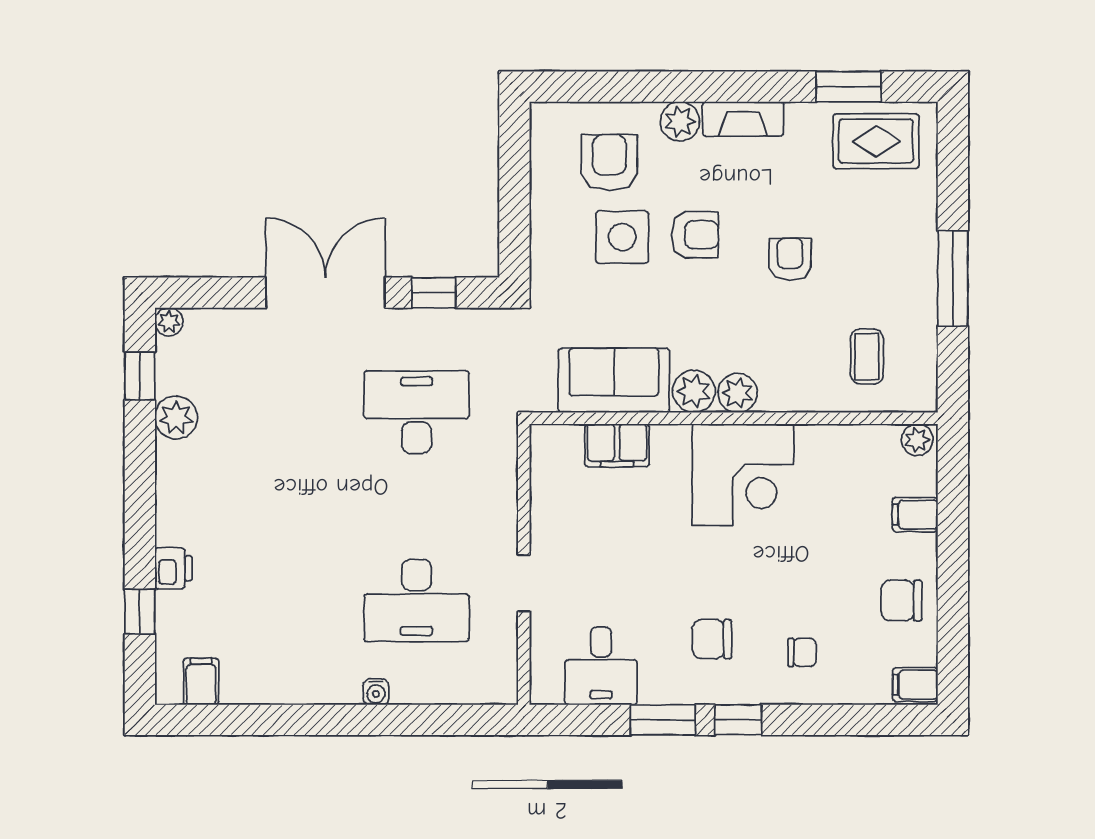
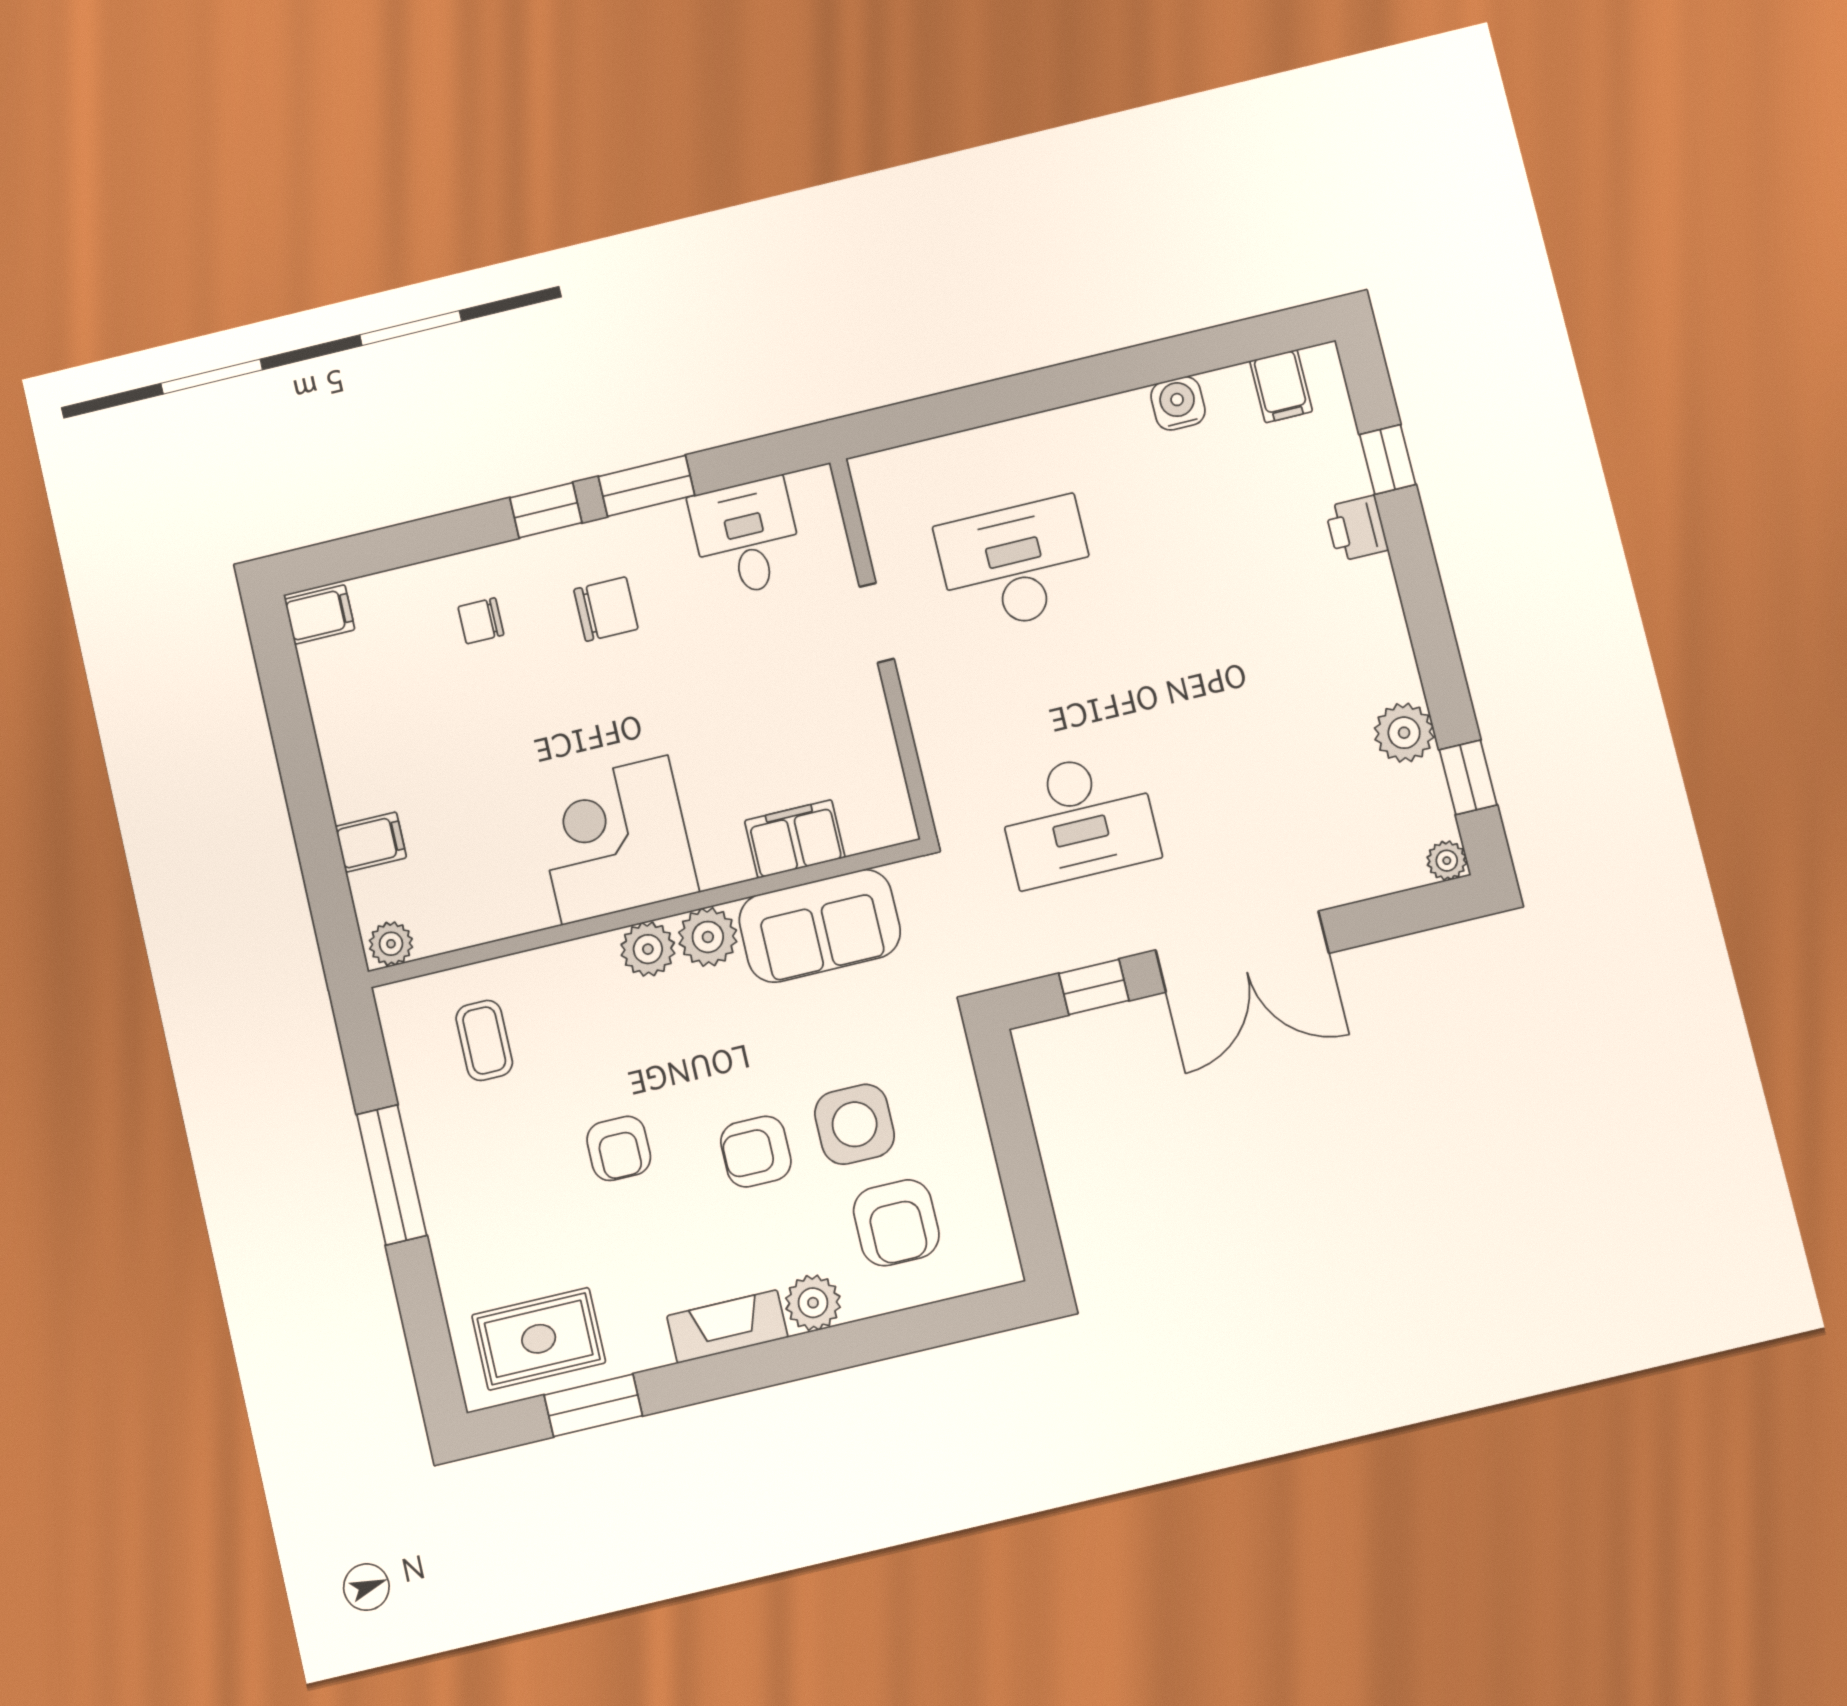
chair: (901, 601) -> (363, 722), removed
water cooler: (376, 692) -> (1178, 403), moved, width x1.38, depth x1.38

